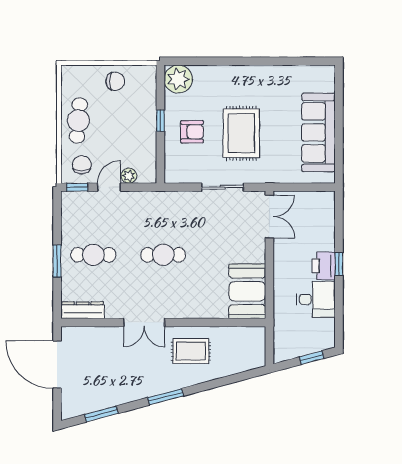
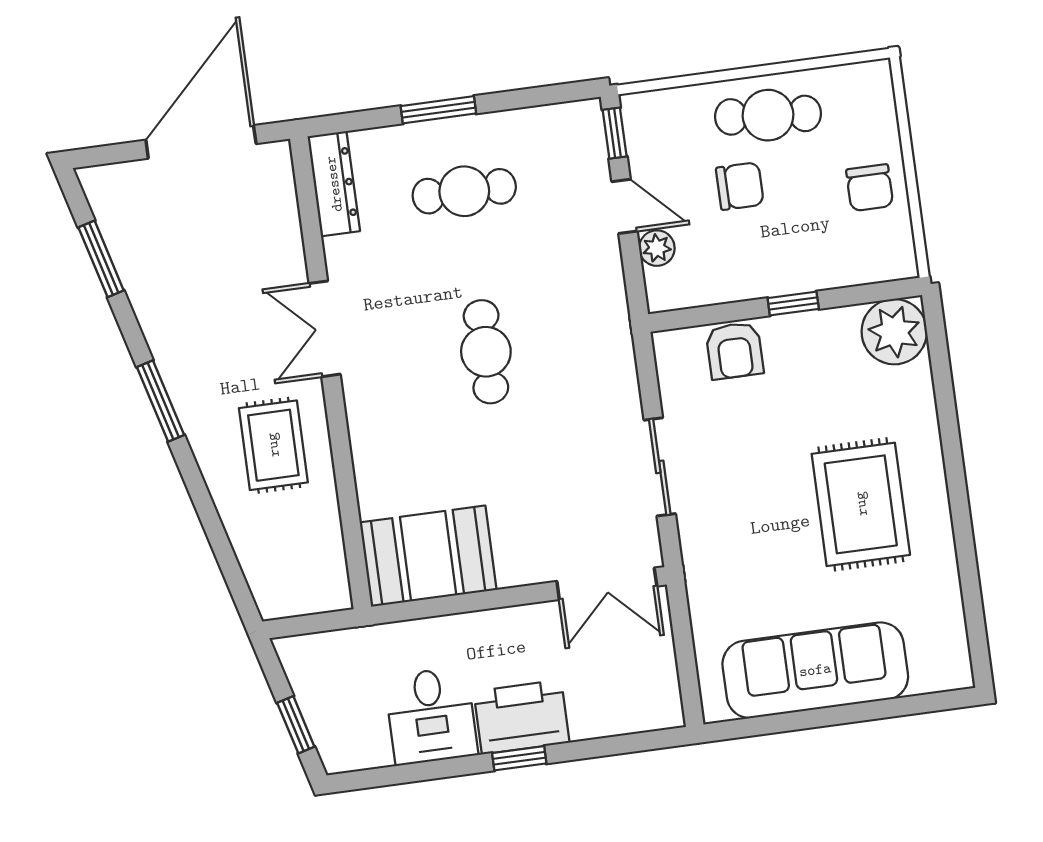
armchair: (192, 132) -> (734, 351), moved
rug: (241, 133) -> (861, 504), moved, turned 90
chair: (82, 165) -> (740, 186), moved
cafe table: (93, 255) -> (464, 191), turned 90
printer: (324, 266) -> (522, 717), width x1.37, depth x1.19

